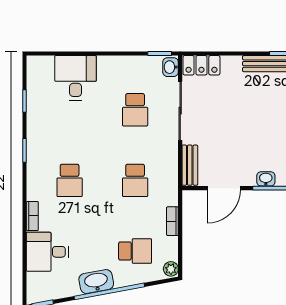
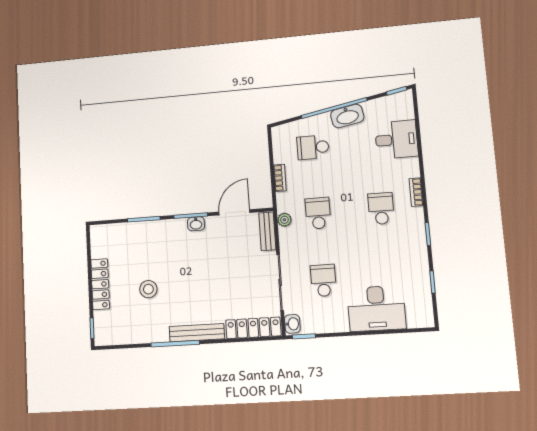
locker: (201, 65) -> (253, 328), width x1.53
desk: (76, 78) -> (376, 308), width x1.37
bookcase: (32, 216) -> (416, 192), moved
plant: (171, 269) -> (284, 220), moved

